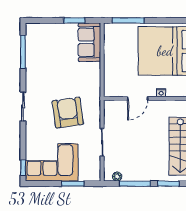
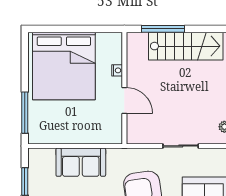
sofa: (89, 42) -> (81, 162), moved

